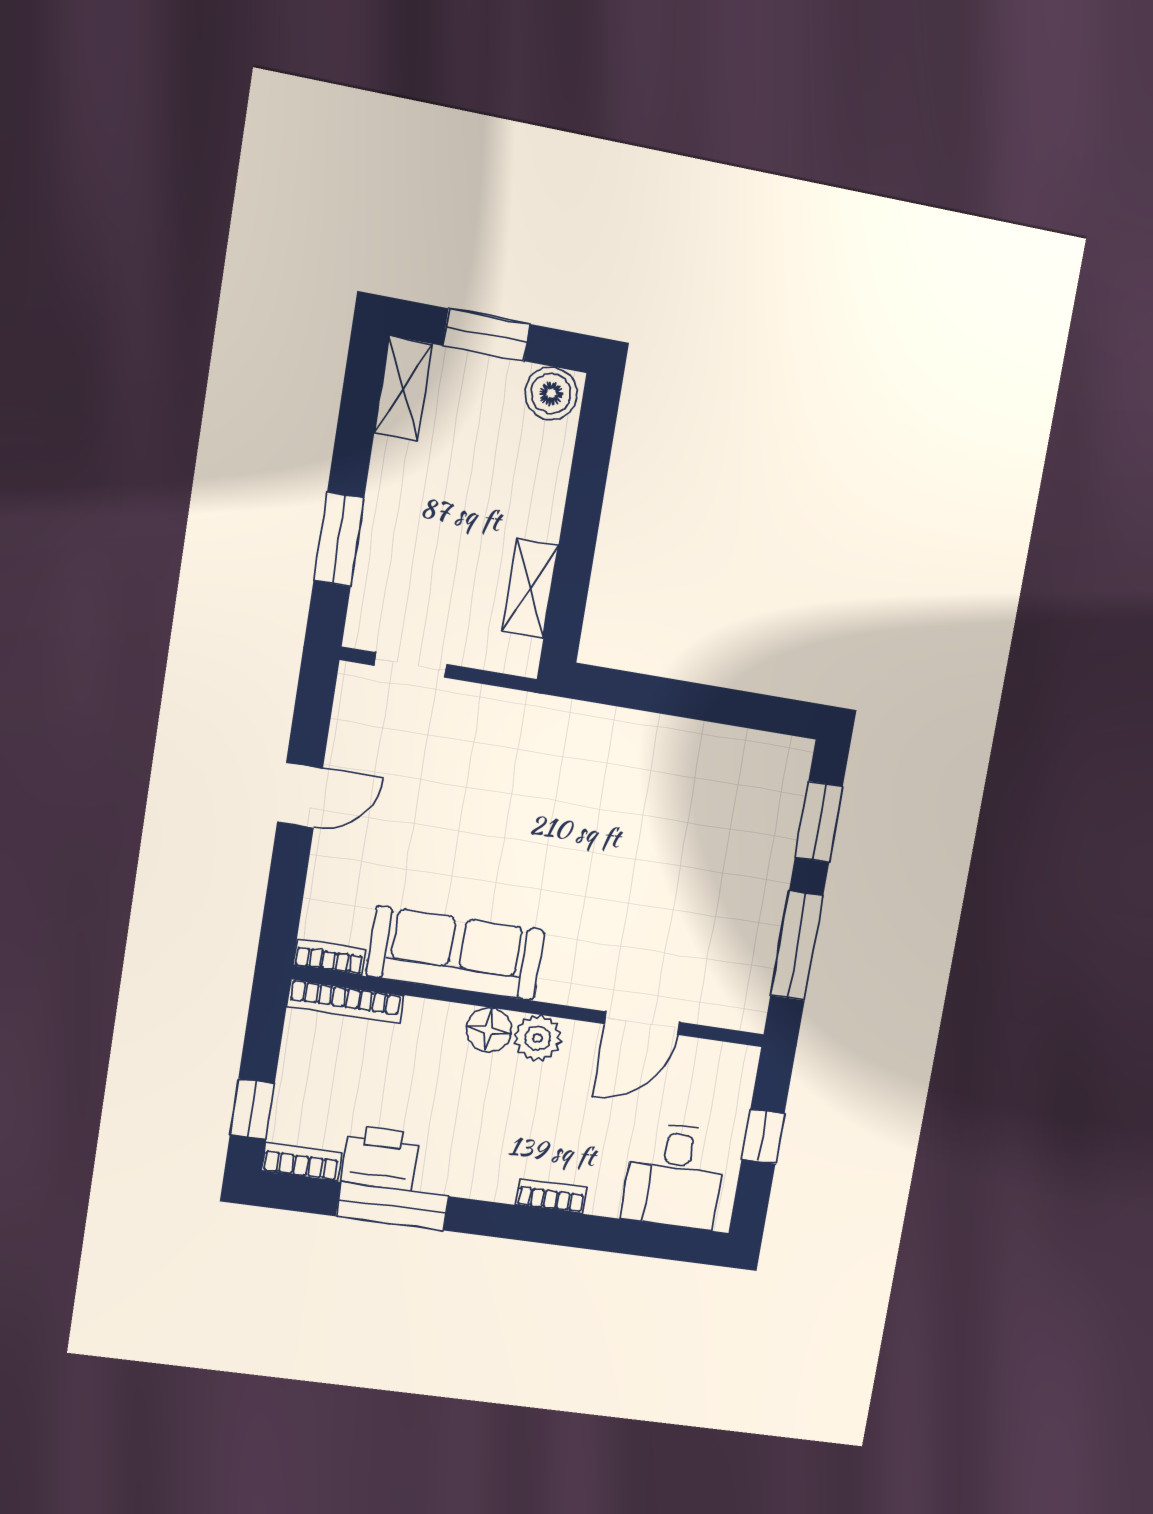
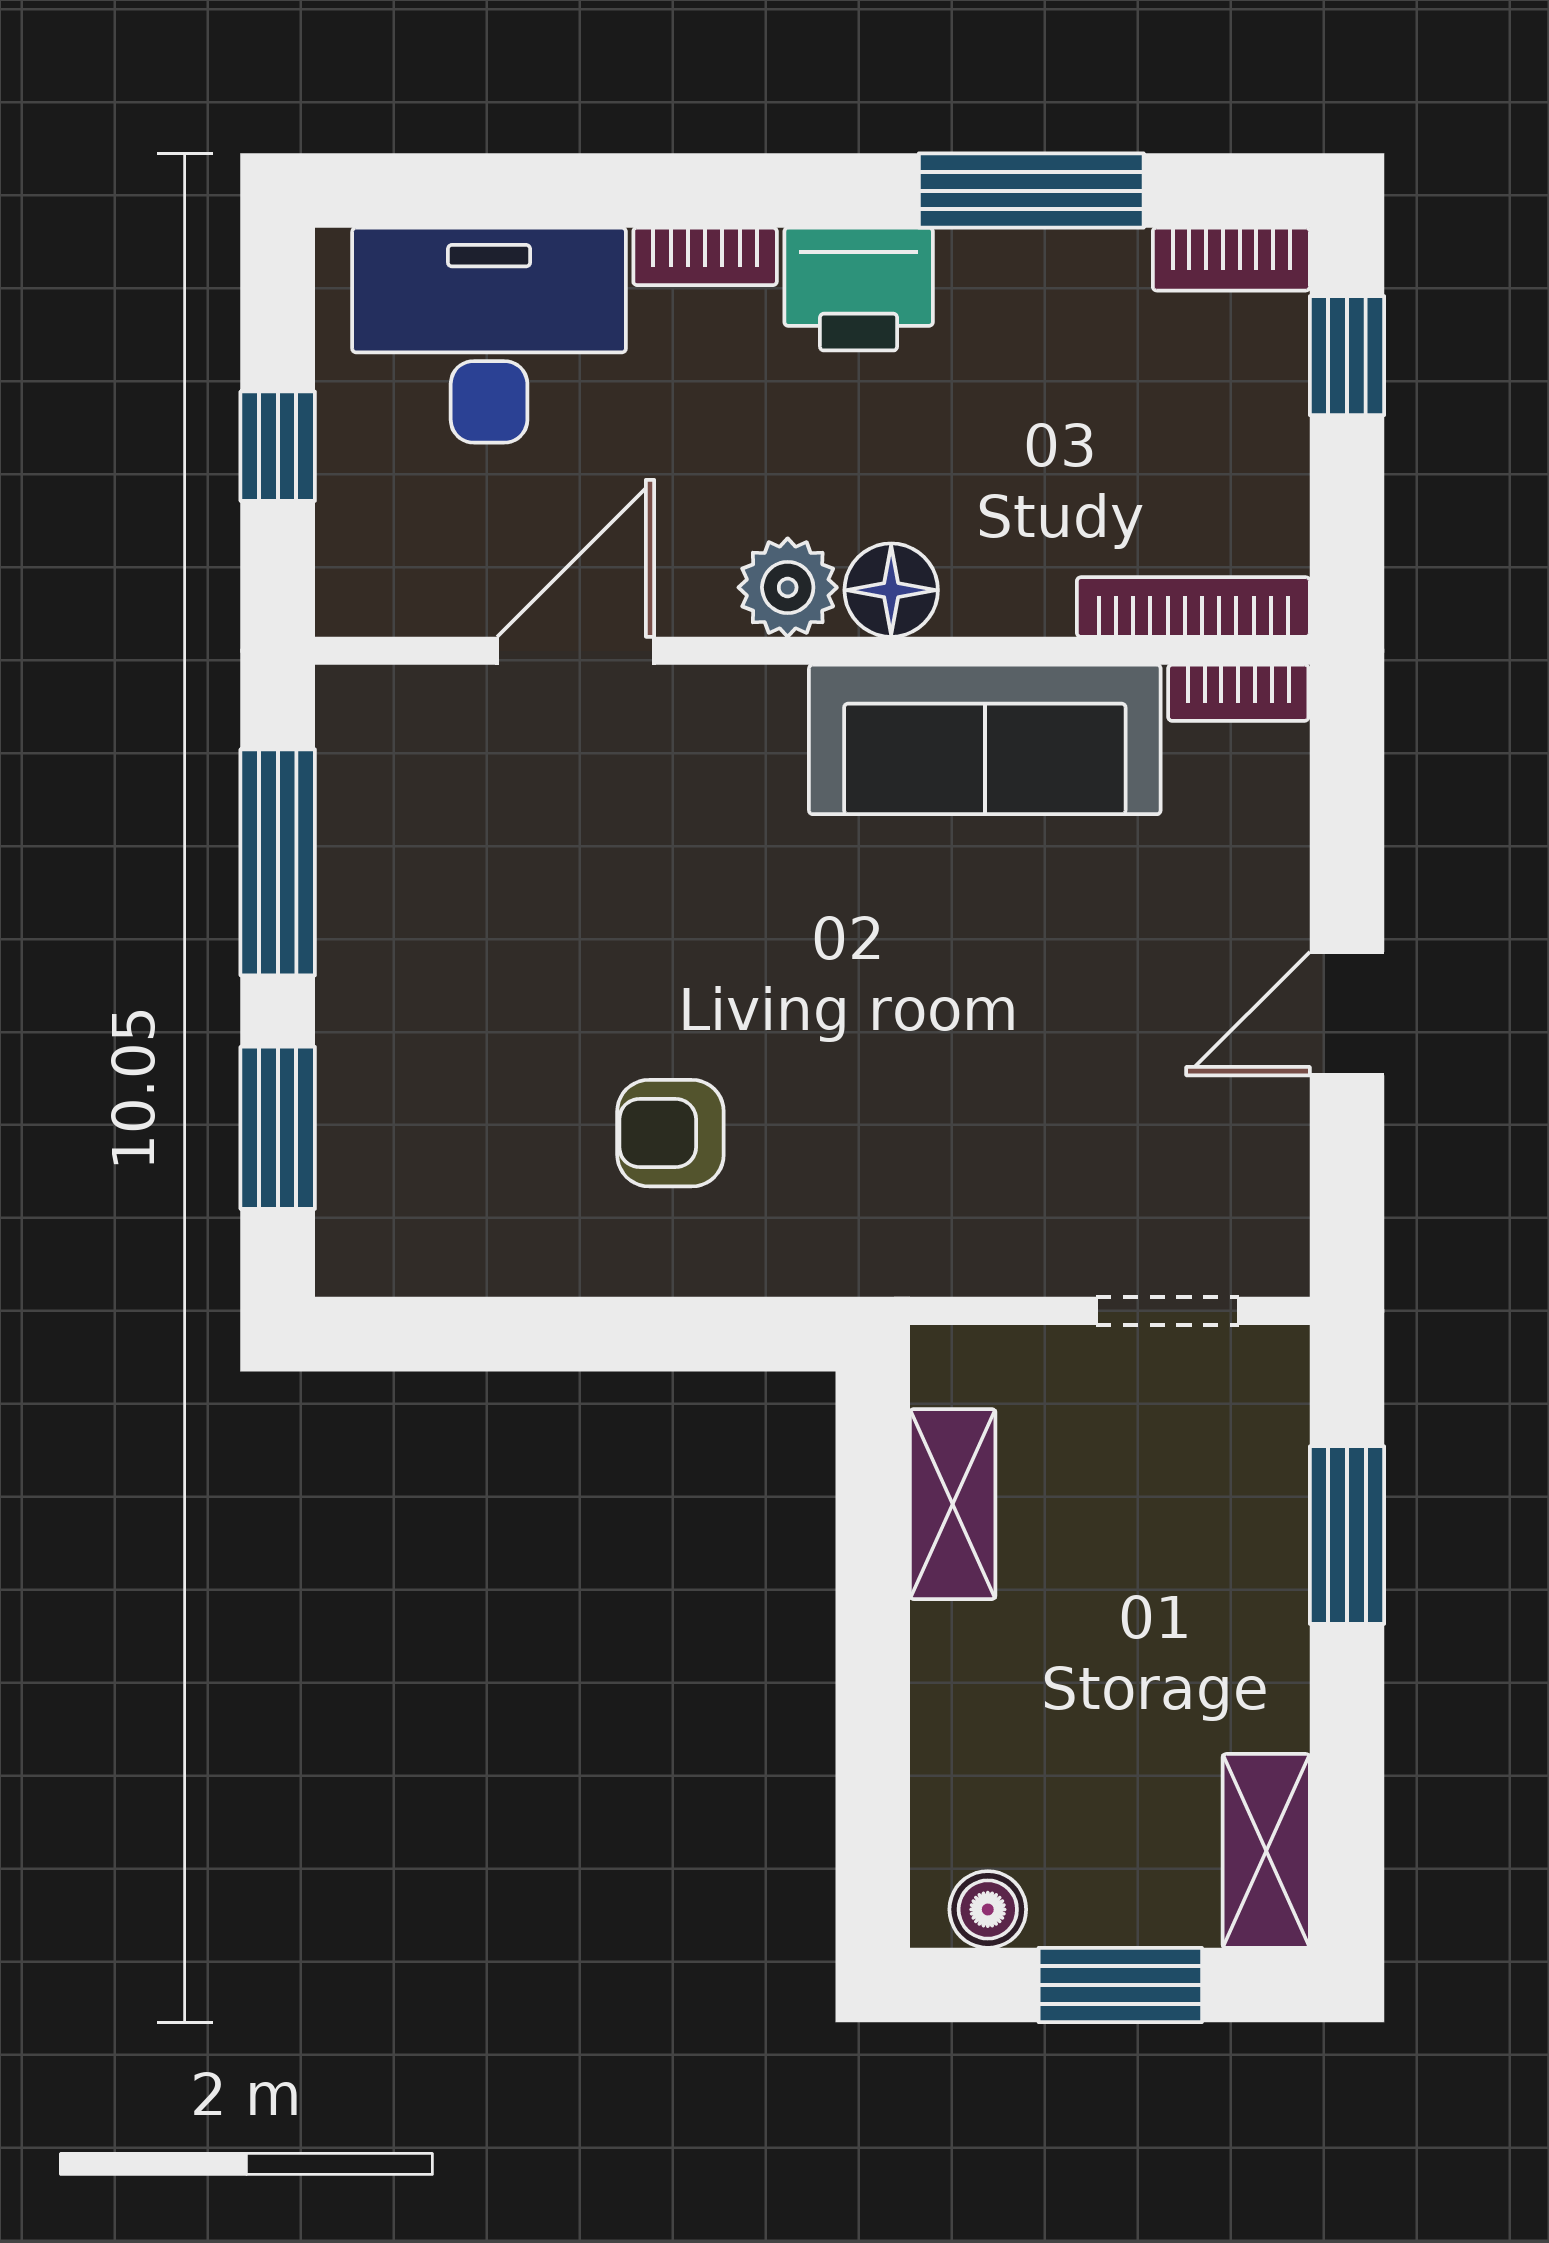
boiler: (551, 393) -> (988, 1909), width x0.73, depth x0.73
armchair: (636, 790) -> (670, 1133), added
printer: (381, 1158) -> (859, 289), moved
desk: (674, 1176) -> (489, 335), width x1.37

